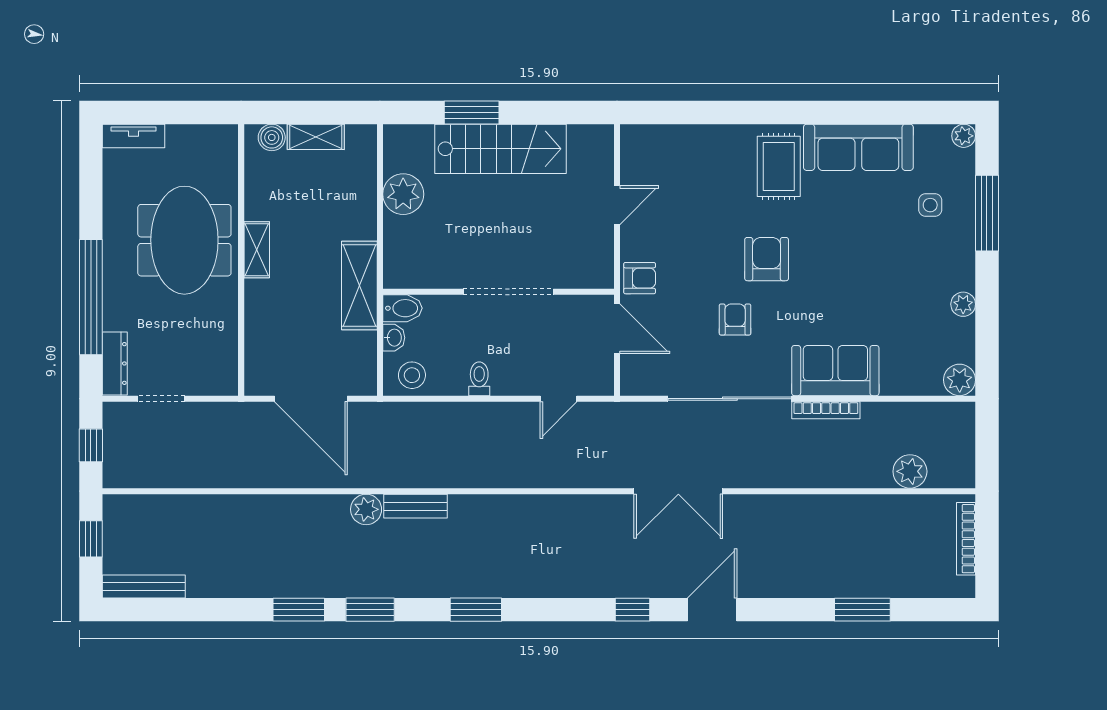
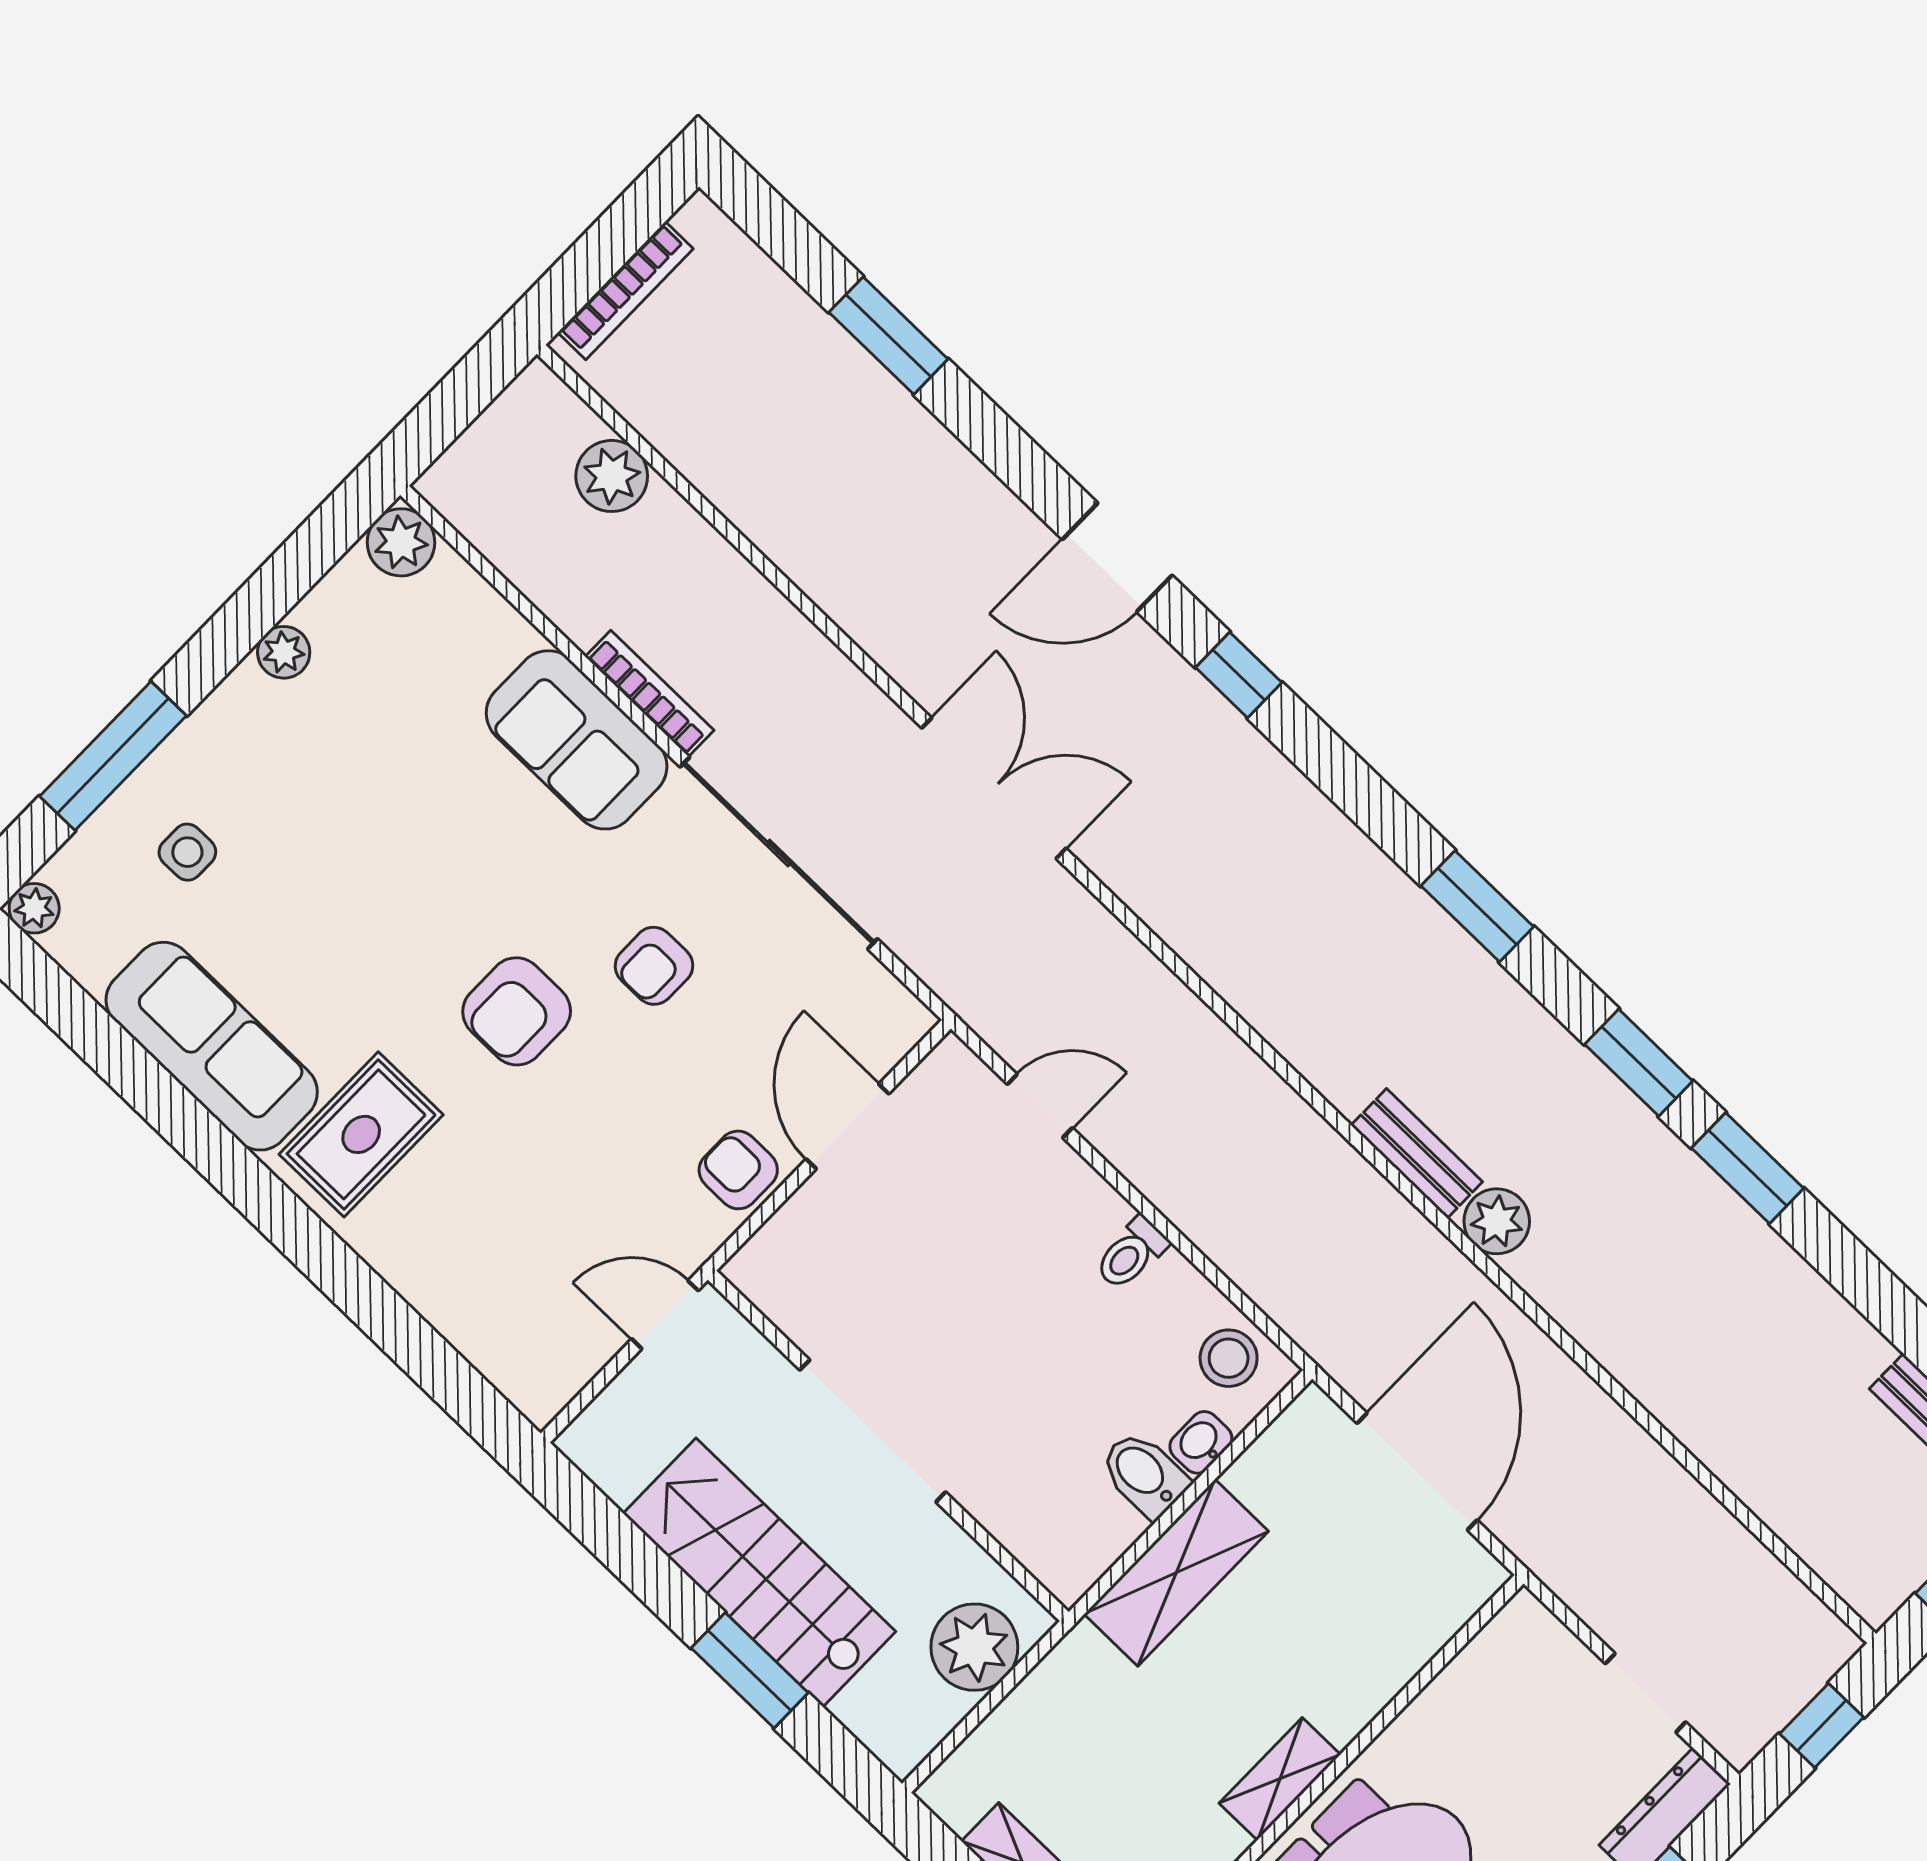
wall: (498, 292) -> (888, 1446), moved
doorway: (508, 292) -> (873, 1431), moved

